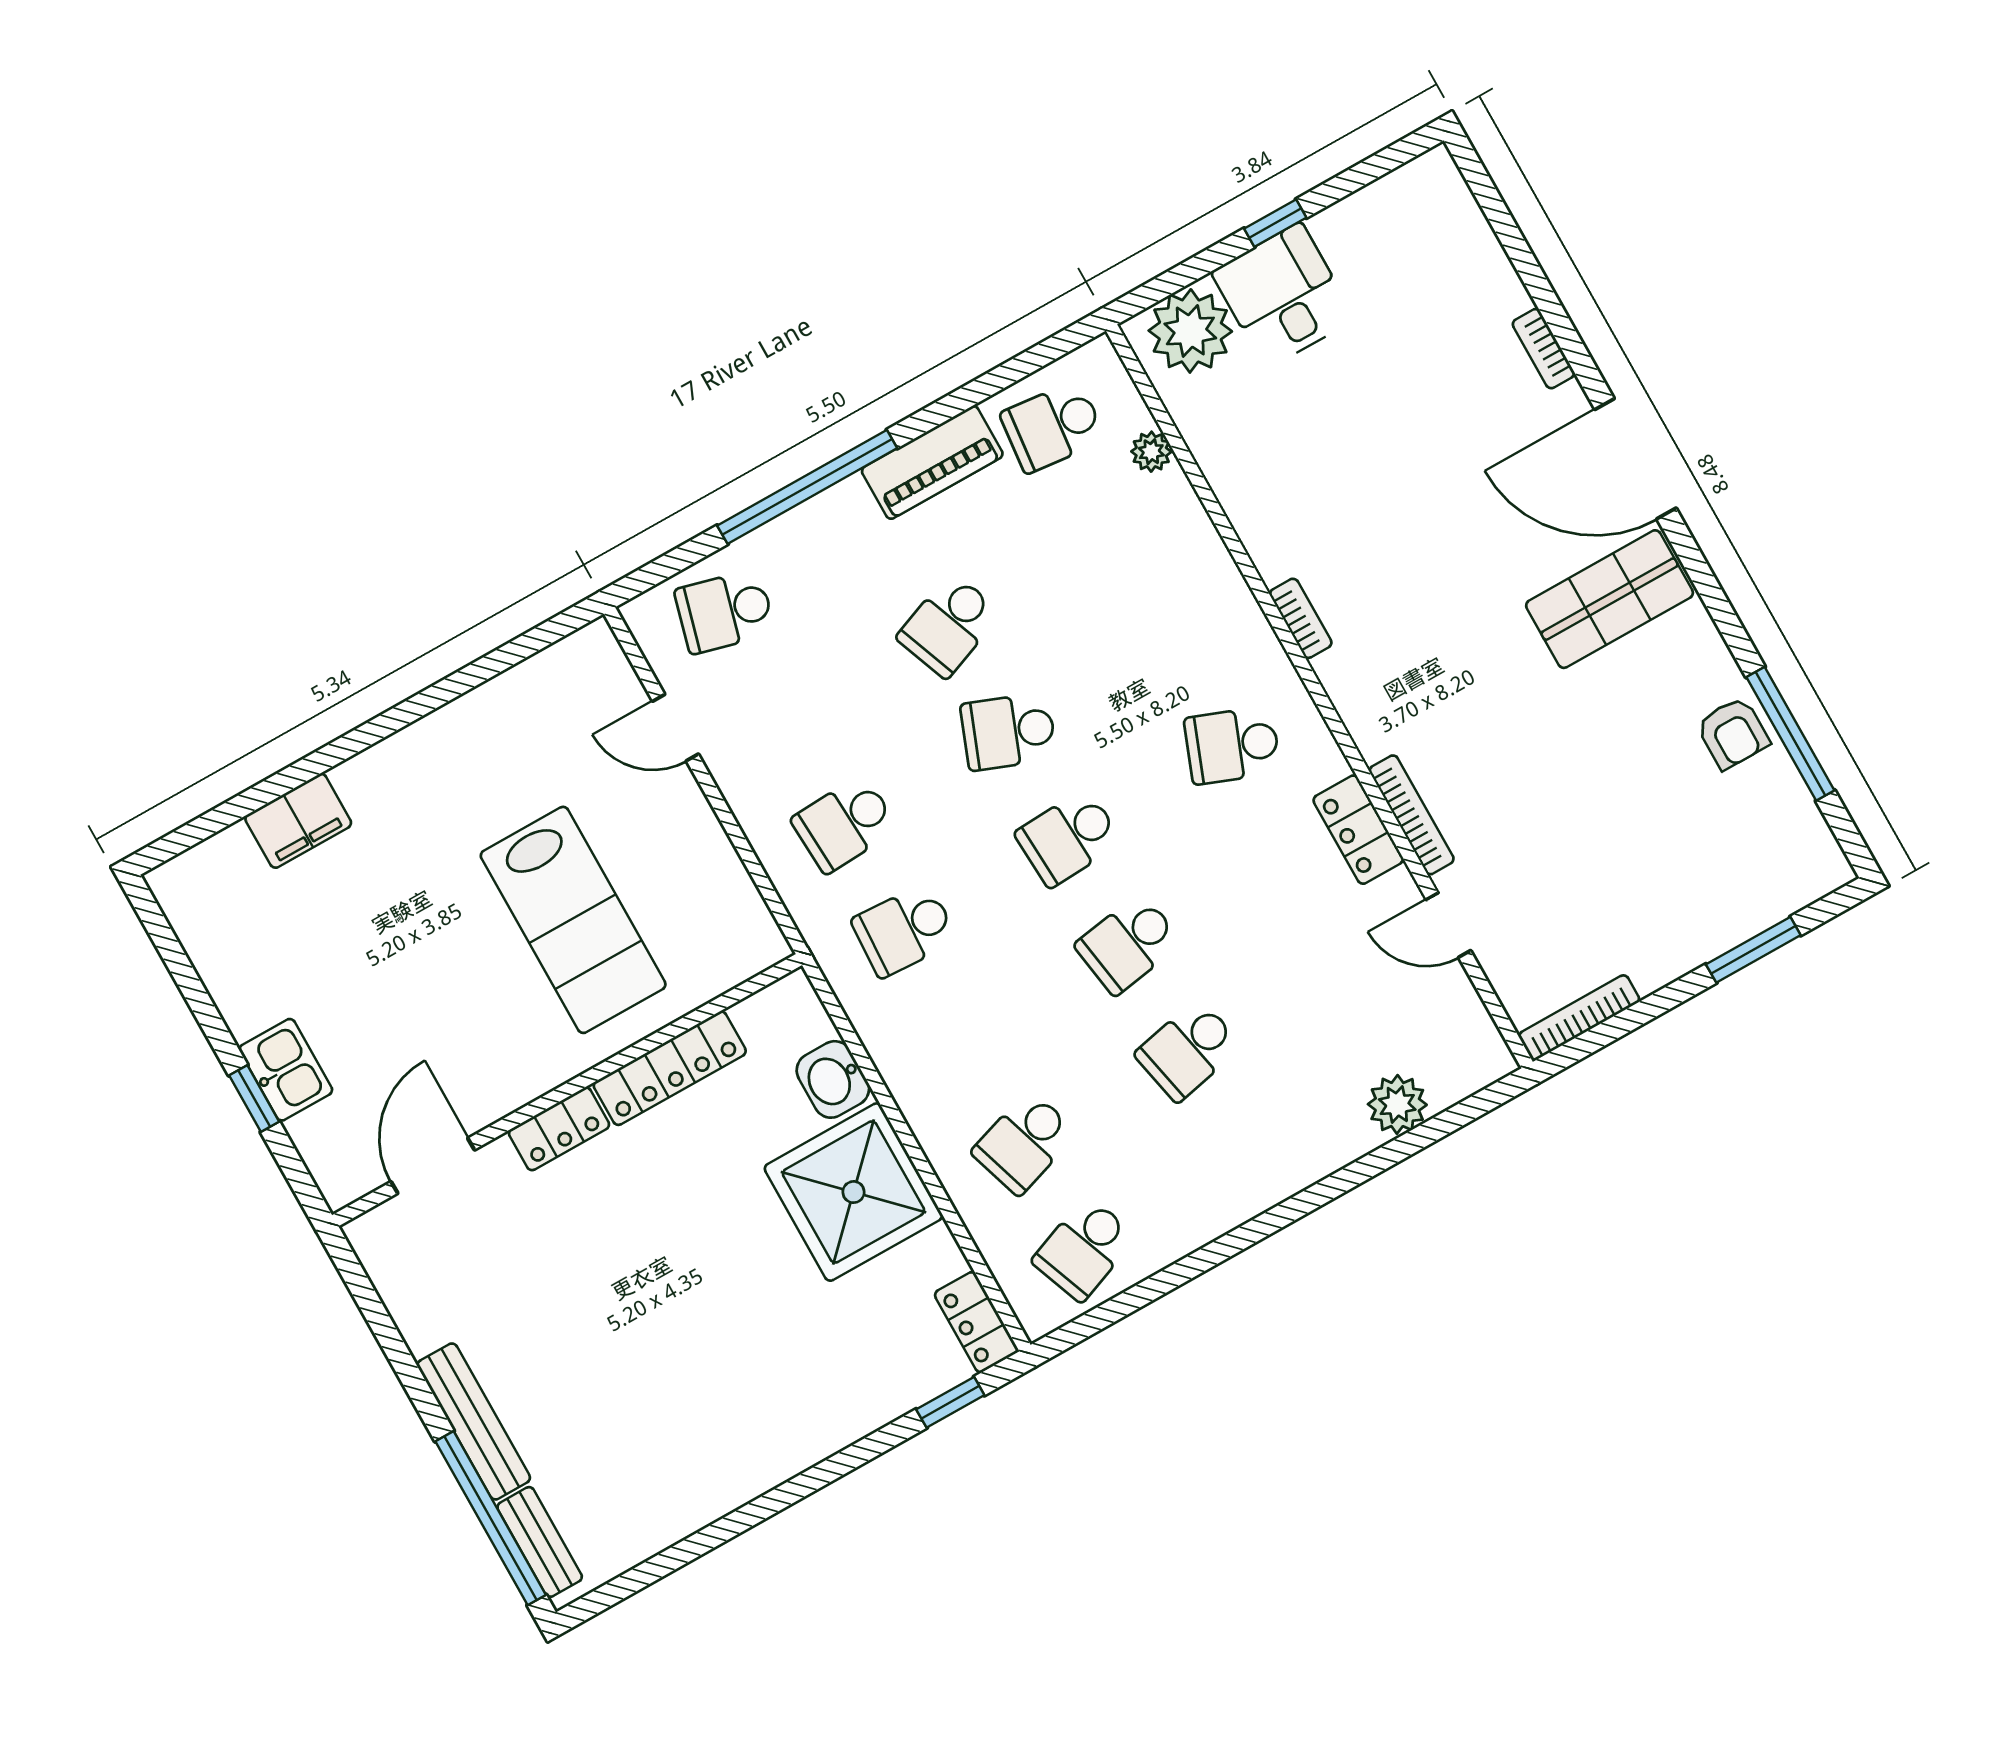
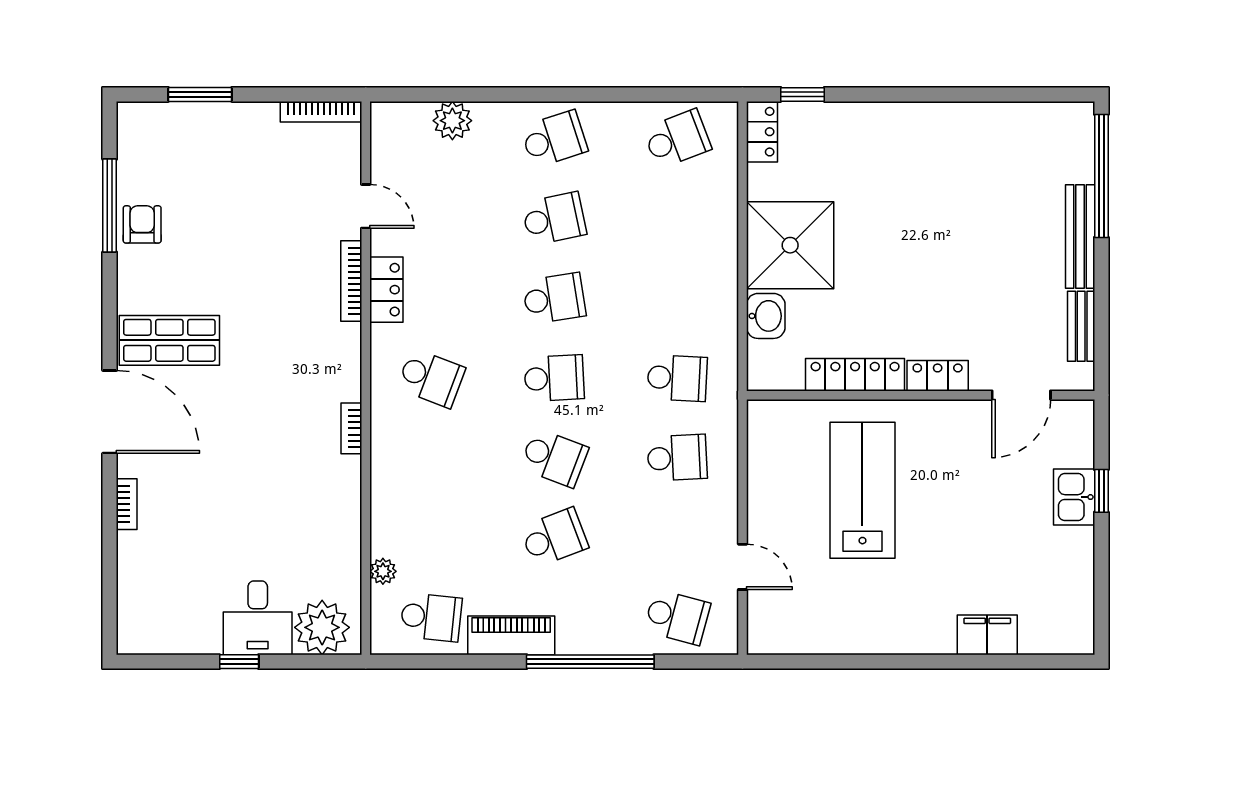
school desk: (1024, 1143) -> (554, 139), moved
bench: (540, 1542) -> (1081, 326), moved

